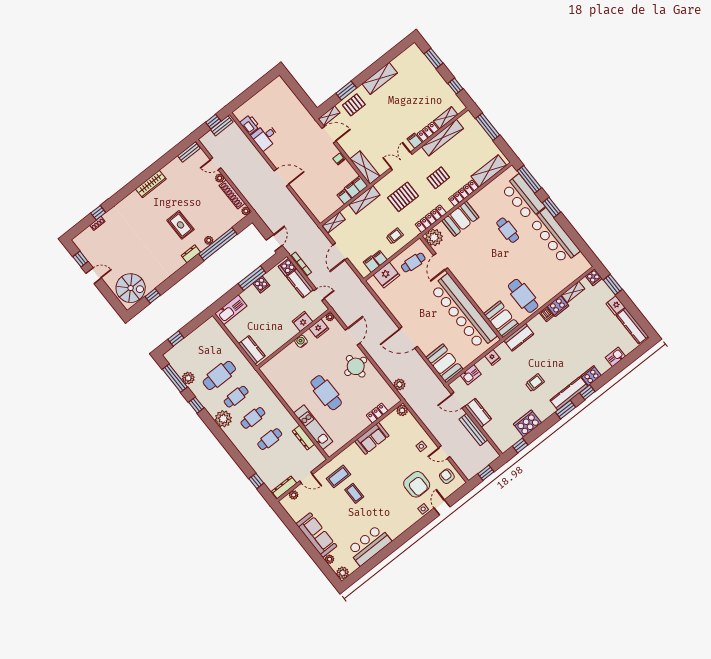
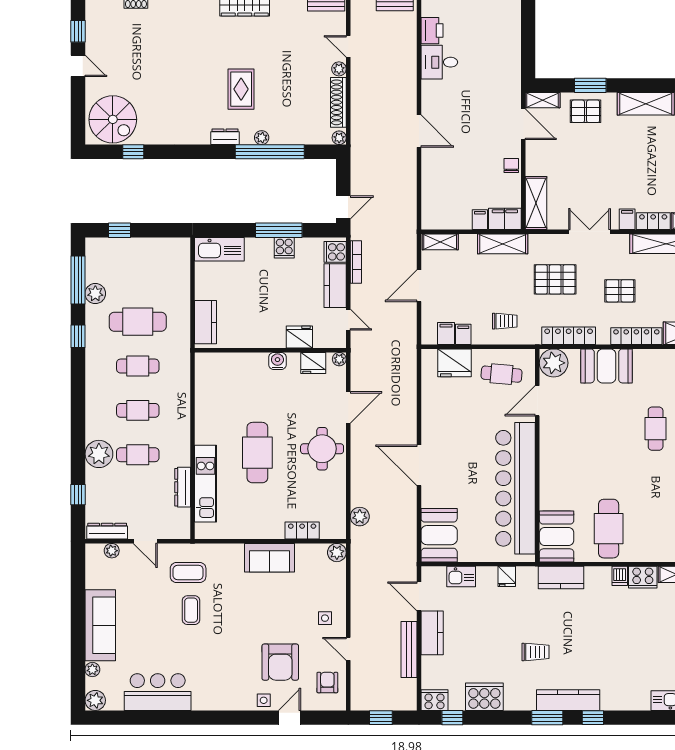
cooker: (591, 376) -> (434, 700), moved
plant: (223, 419) -> (99, 454), moved

